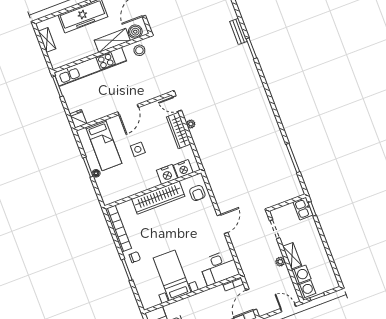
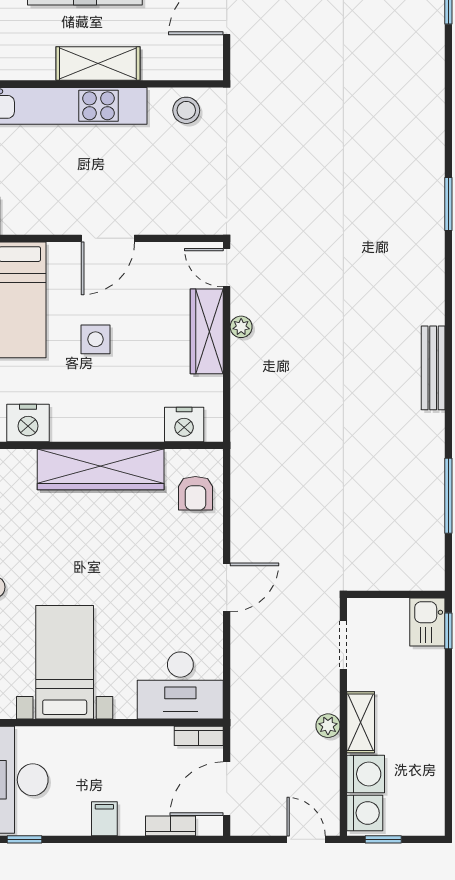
bench: (238, 31) -> (433, 368), moved, width x1.36
boiler: (135, 32) -> (193, 63), removed
shelving: (112, 40) -> (98, 64), moved
nightstand: (167, 174) -> (28, 423), moved

